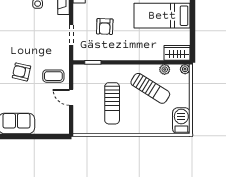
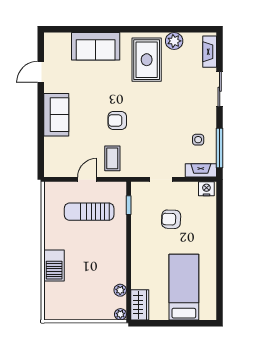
armchair: (21, 72) -> (117, 120), turned -103
sun lounger: (150, 88) -> (98, 273), removed
sun lounger: (112, 103) -> (89, 212), moved
barbecue: (181, 121) -> (54, 265), moved, turned 90

